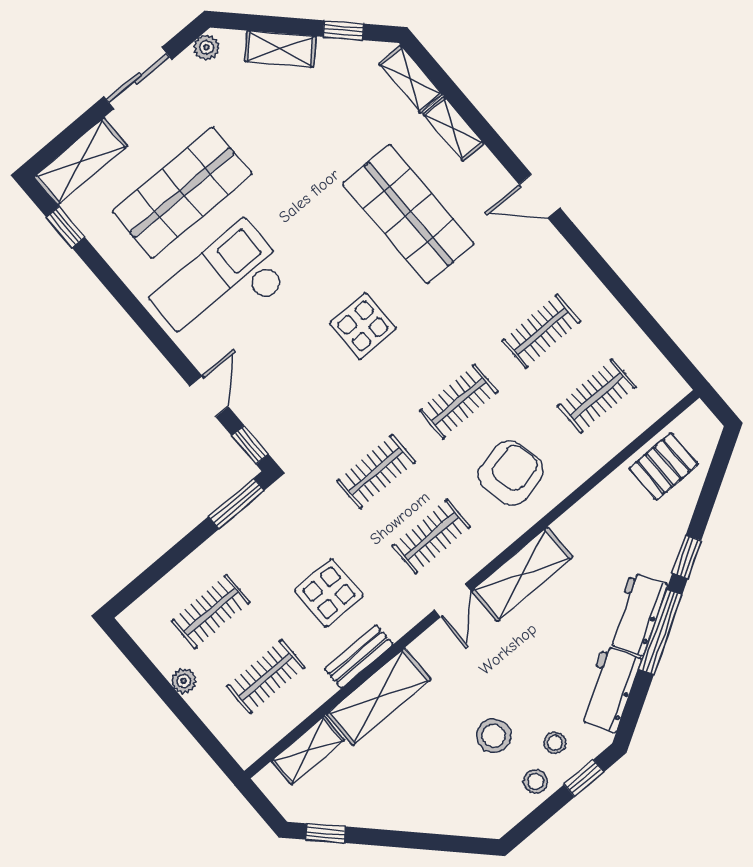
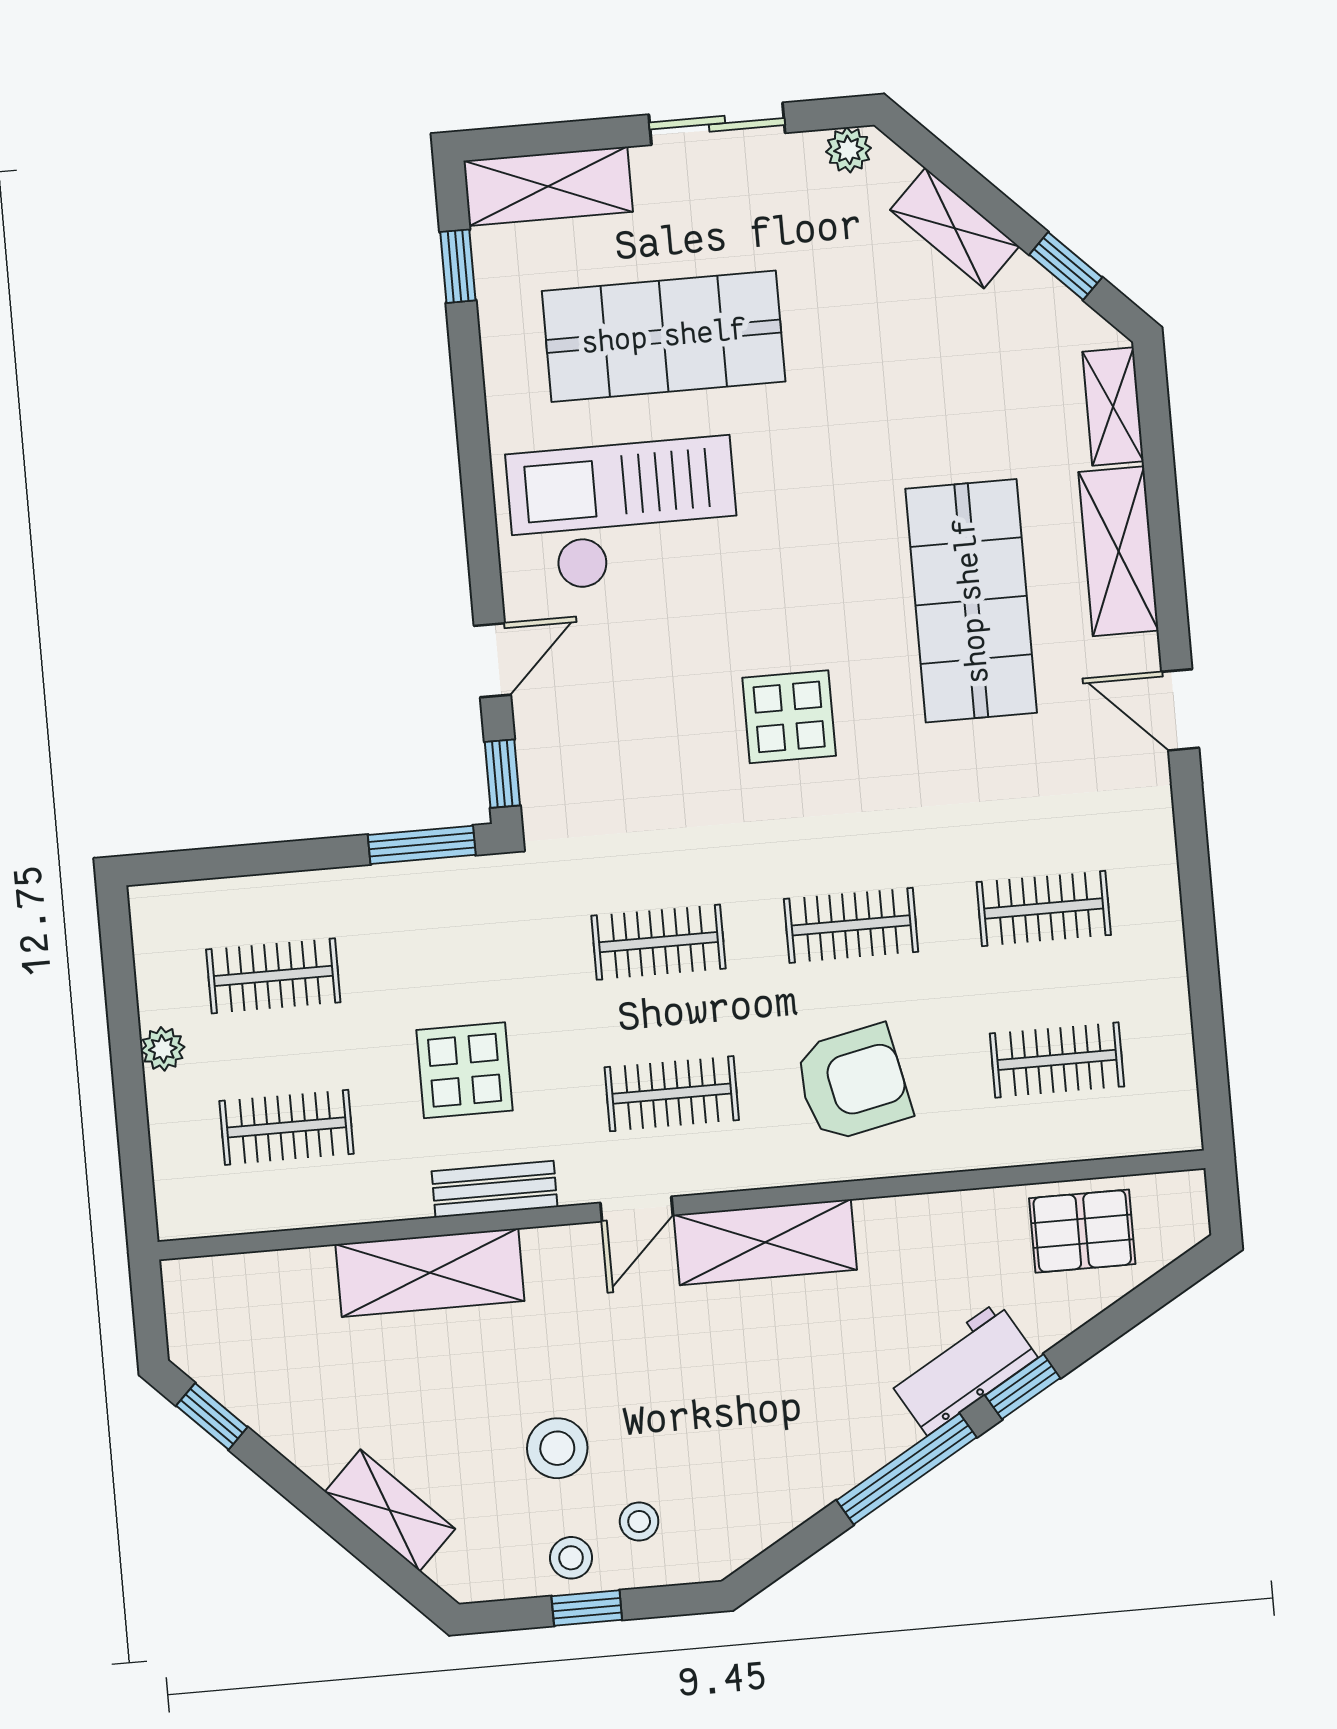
shelving: (453, 129) -> (1118, 551), width x1.50, depth x1.33
workbench: (637, 614) -> (963, 1368), moved
bench: (359, 657) -> (495, 1189), moved
workbench: (610, 689) -> (774, 1500), removed
shelving: (308, 750) -> (390, 1510), moved, turned 45
window: (584, 778) -> (587, 1608), moved

